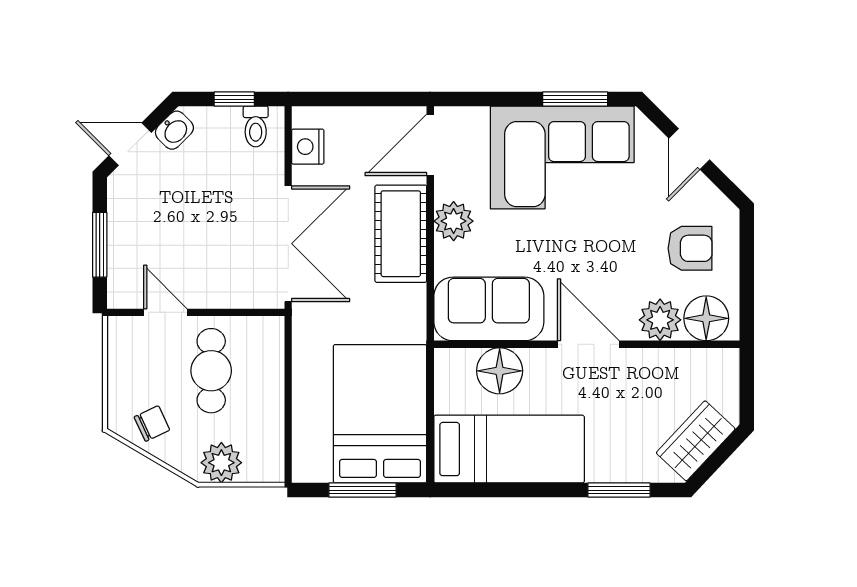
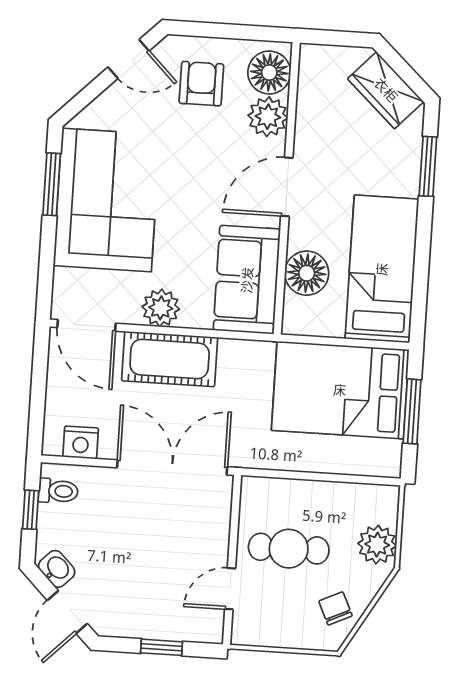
door: (689, 149) -> (128, 59), moved
window: (100, 245) -> (162, 647), width x0.67

